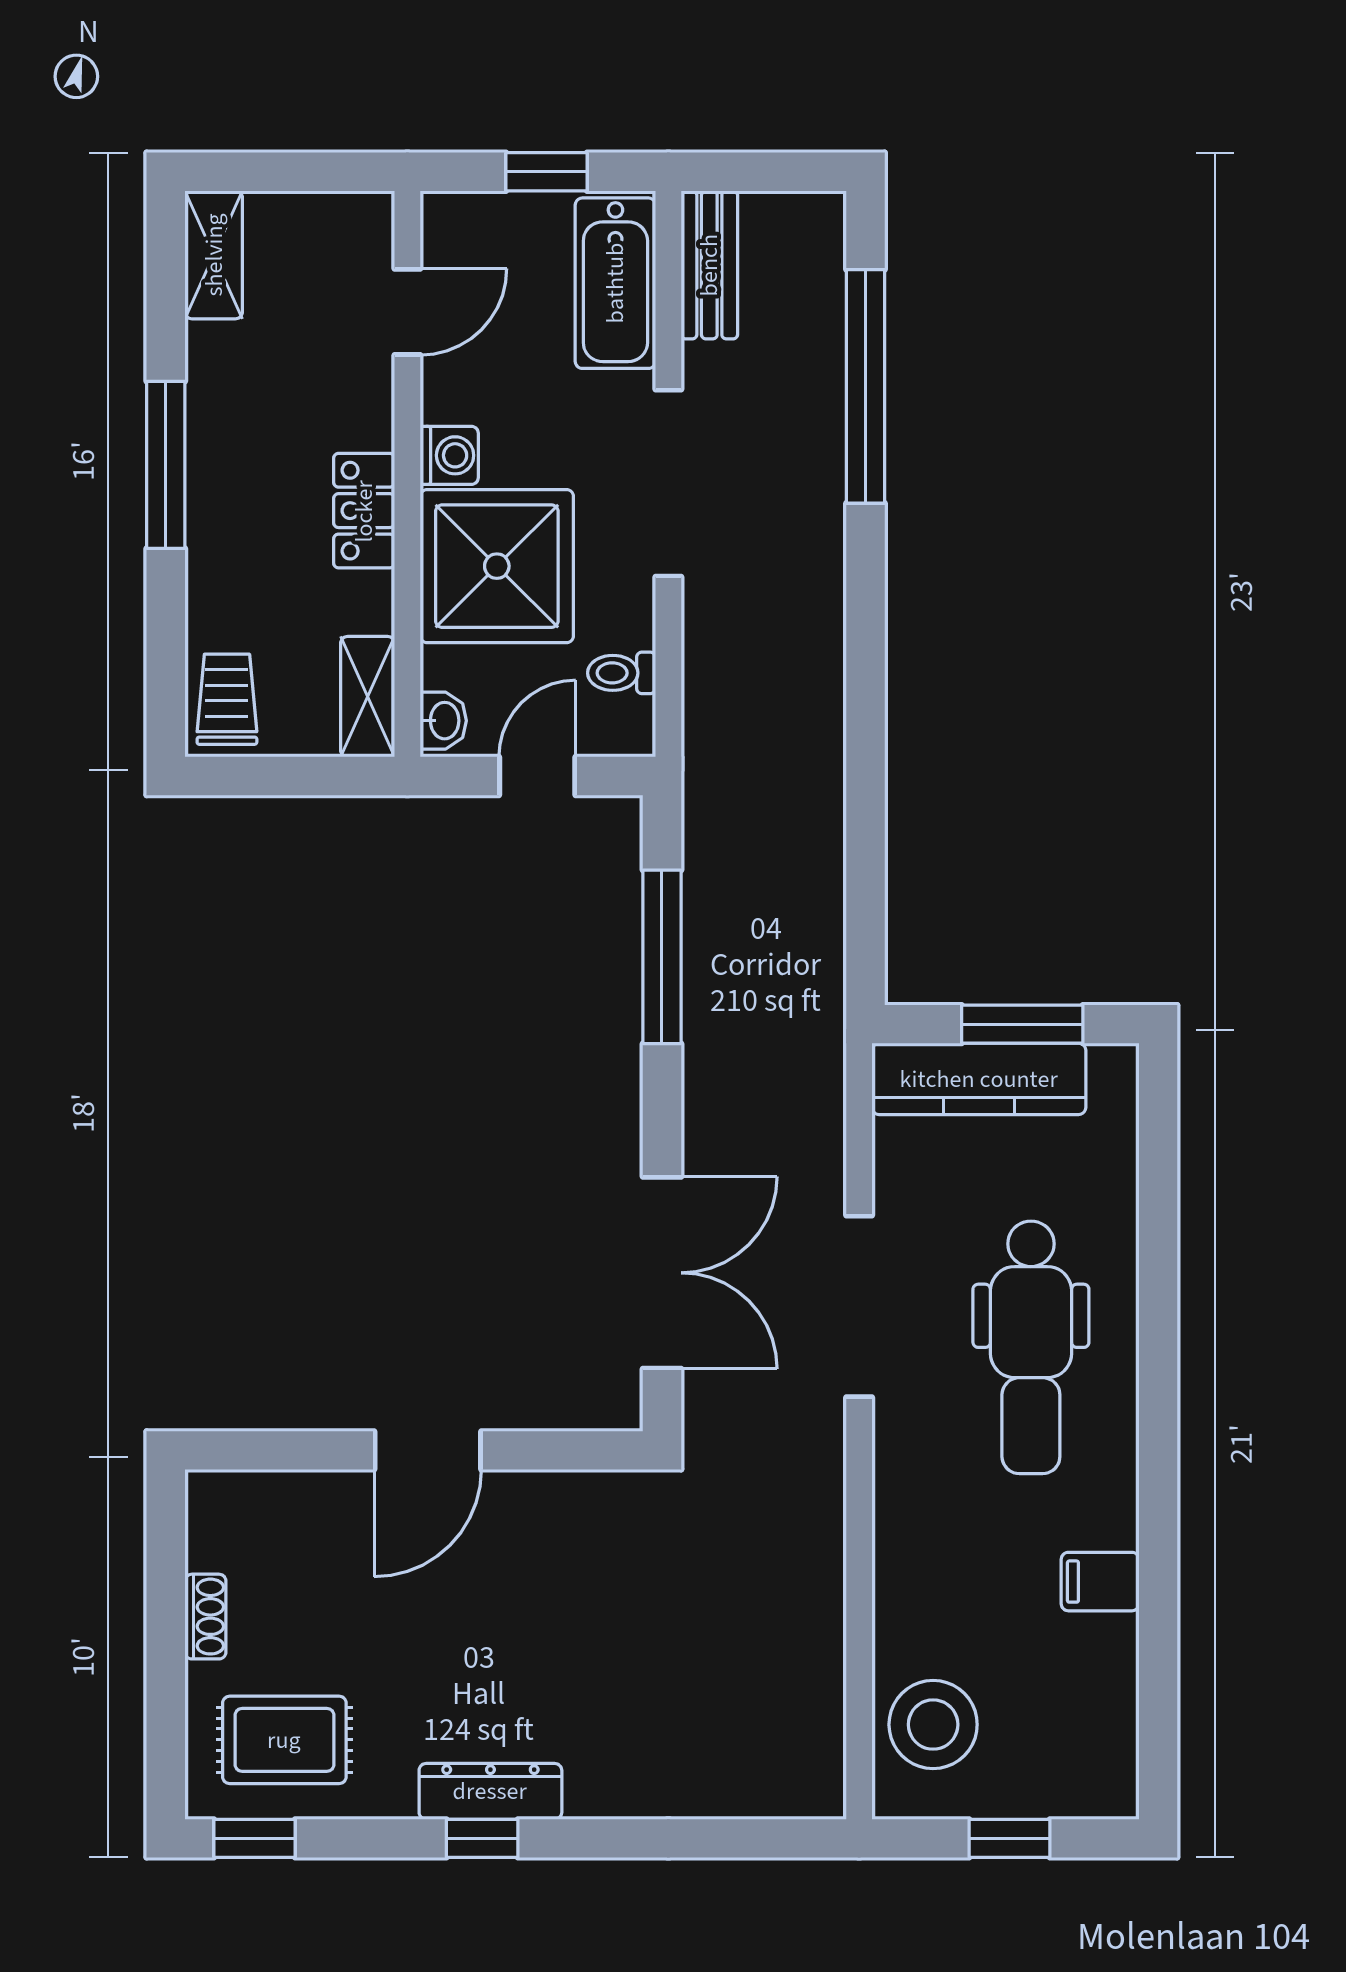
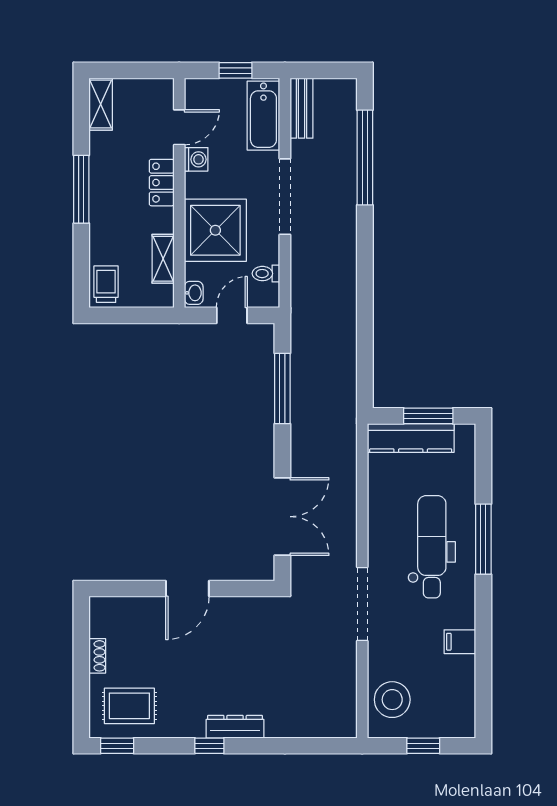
washing machine: (449, 455) -> (196, 159), moved
locker: (364, 511) -> (162, 183), moved
shelving: (368, 697) -> (163, 259), moved
doorway: (859, 1306) -> (362, 604), moved
window: (1158, 1329) -> (483, 539), added
dental chair: (1031, 1347) -> (432, 547), turned 180
dresser: (490, 1791) -> (235, 727), moved

